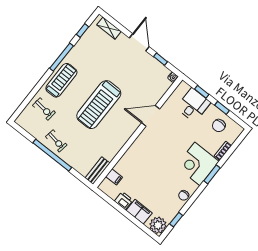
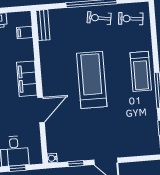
shelving: (109, 28) -> (141, 150), removed
exercise bike: (44, 109) -> (131, 19), moved
filing cabinet: (141, 145) -> (27, 79), added

